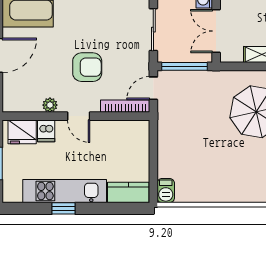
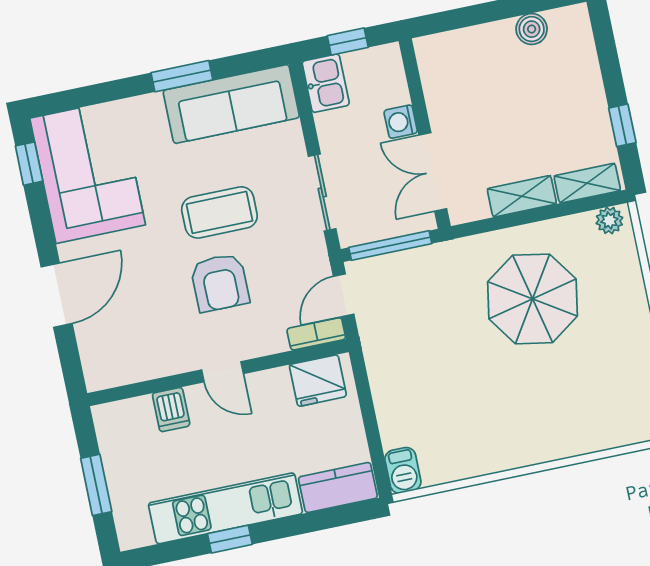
coffee table: (95, 29) -> (219, 212), added
armchair: (87, 67) -> (220, 283), turned 90
plant: (50, 105) -> (168, 363), removed
bookcase: (125, 106) -> (316, 334), width x0.64
fridge: (22, 132) -> (318, 381), moved

